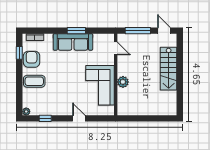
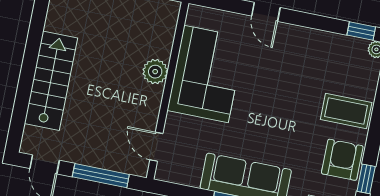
armchair: (32, 59) -> (342, 160), turned 180
window: (45, 118) -> (361, 31), moved

